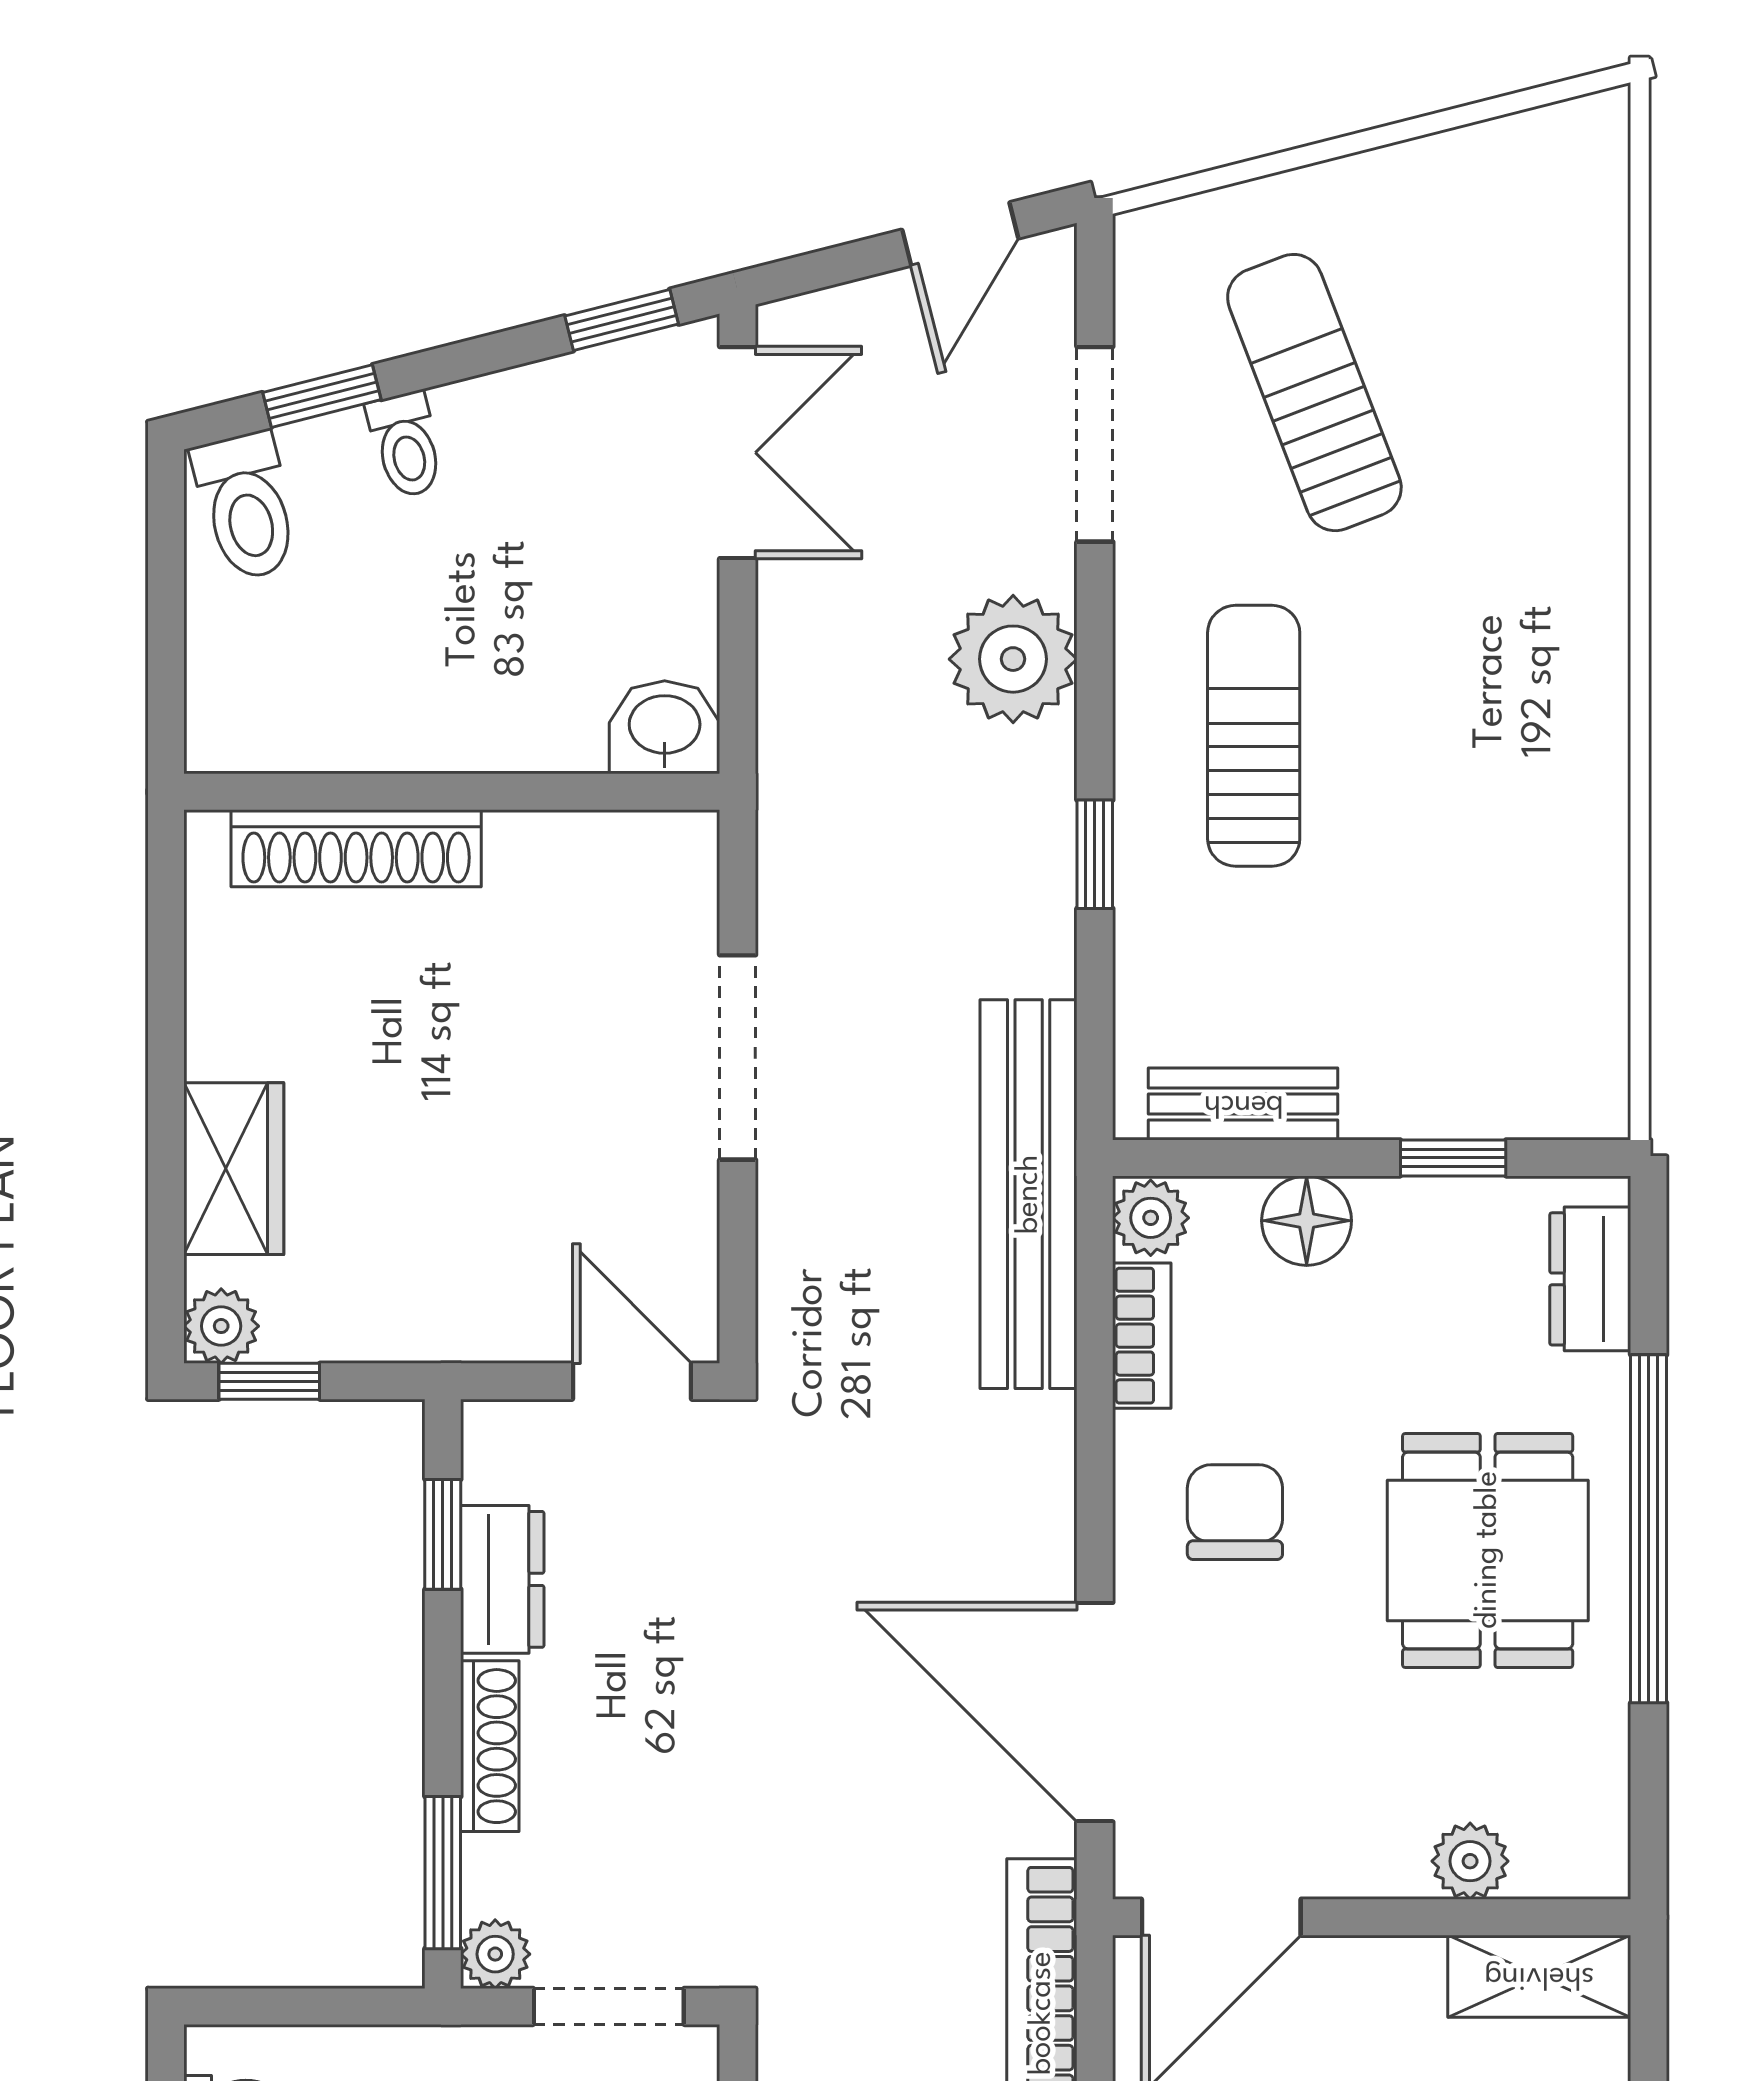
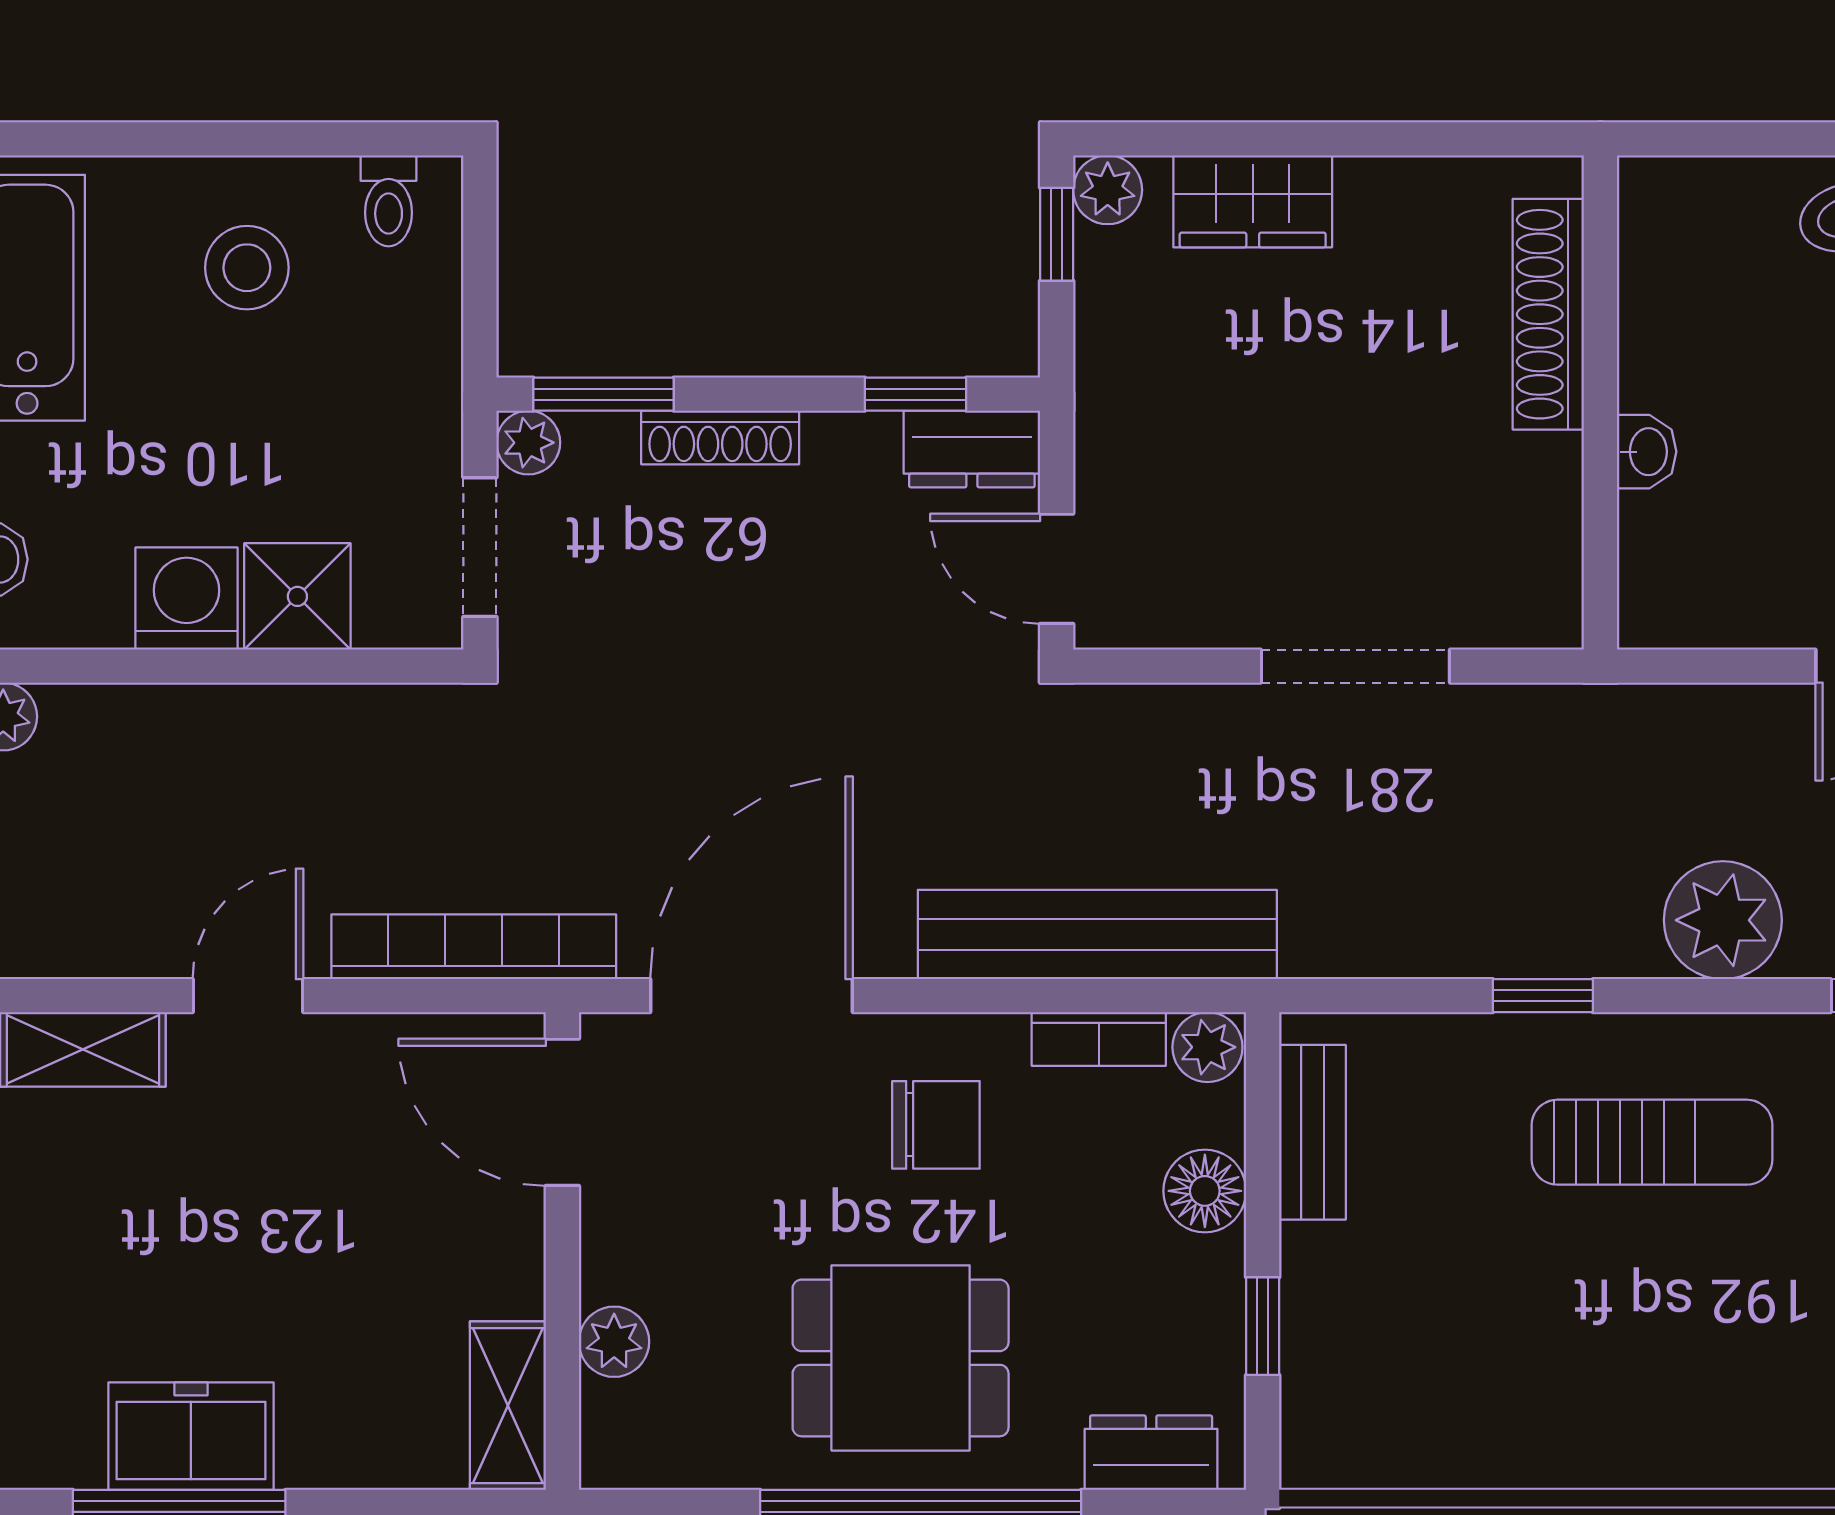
washbasin: (665, 727) -> (1647, 452), moved, width x0.72, depth x0.69
bench: (1029, 1194) -> (1097, 935), moved
door: (632, 1381) -> (1057, 569), swing flipped
dresser: (502, 1579) -> (972, 449), moved

